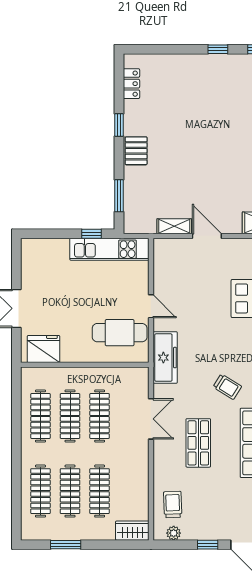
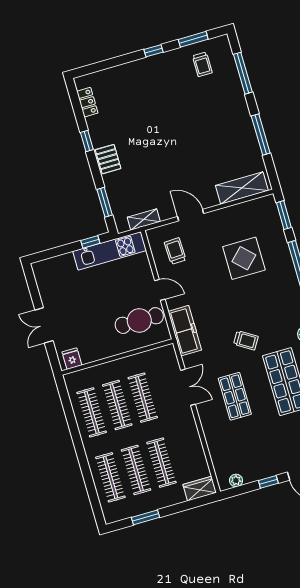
shelving: (174, 226) -> (144, 219), moved
fridge: (44, 349) -> (72, 359), width x0.53, depth x0.75
trolley: (173, 505) -> (175, 251), moved

